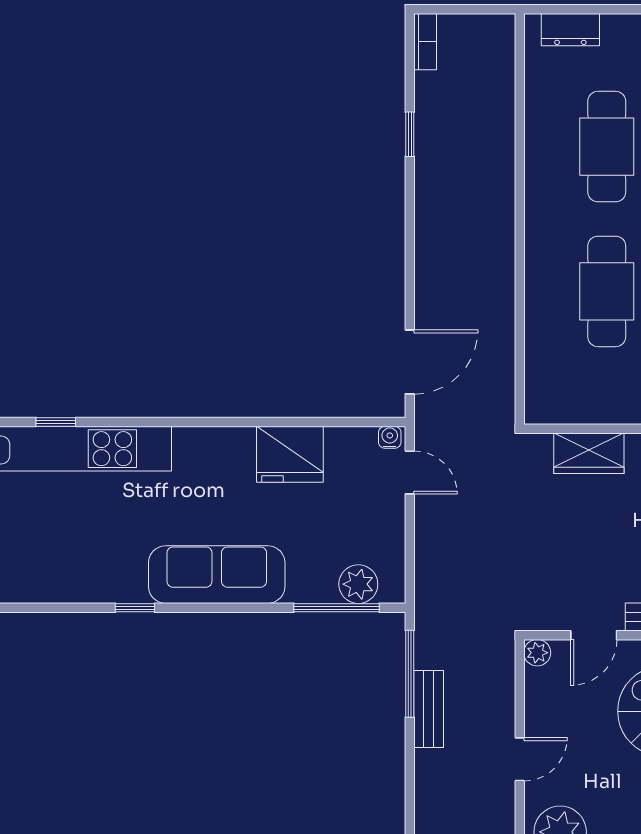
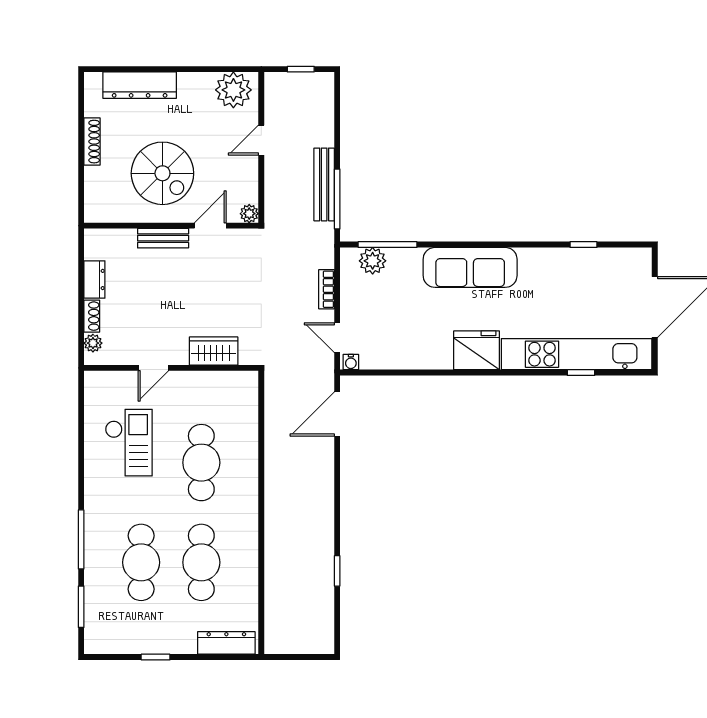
dresser: (570, 30) -> (226, 643), width x1.44
bookcase: (425, 42) -> (326, 289), moved
fridge: (290, 454) -> (477, 350), moved
window: (135, 608) -> (583, 245), moved
bench: (429, 709) -> (324, 184), width x1.36

